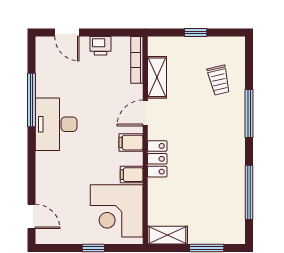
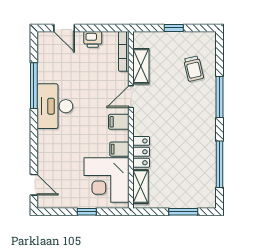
locker: (157, 159) -> (141, 152), moved
shelving: (168, 235) -> (141, 187), moved, turned 90

